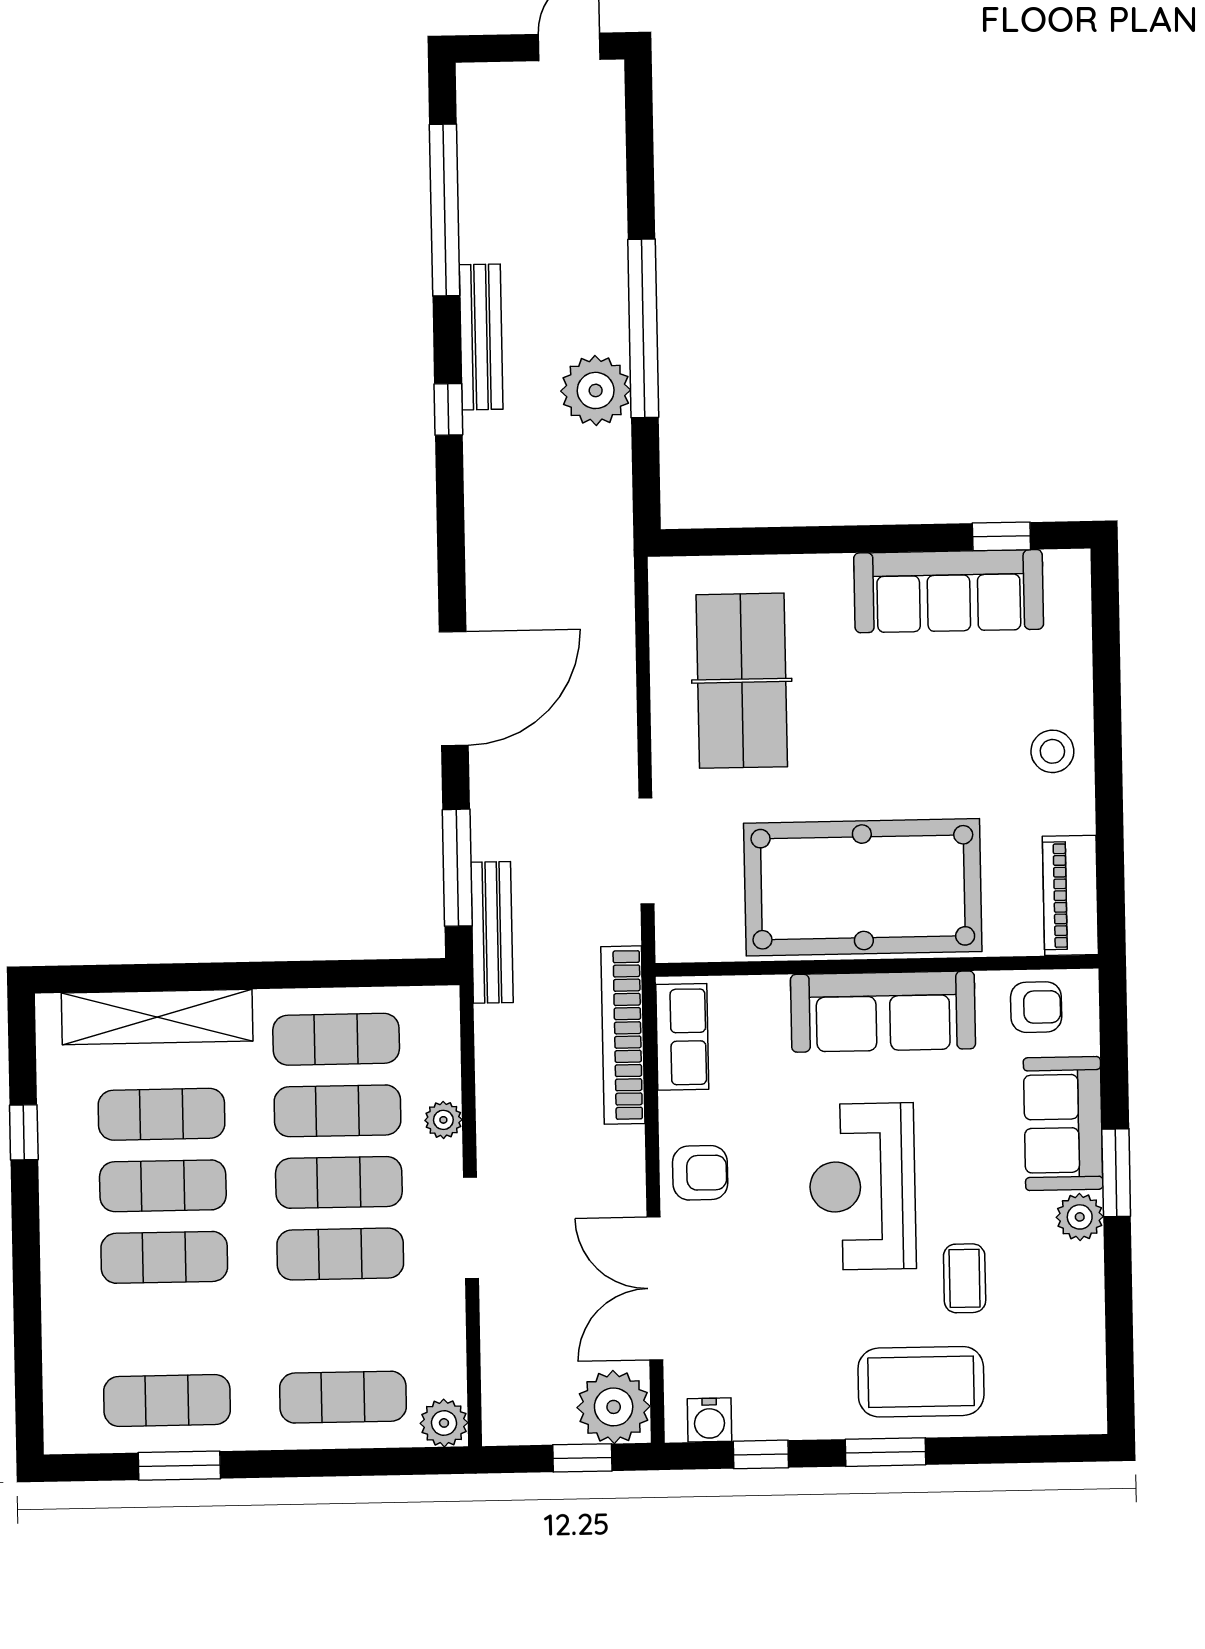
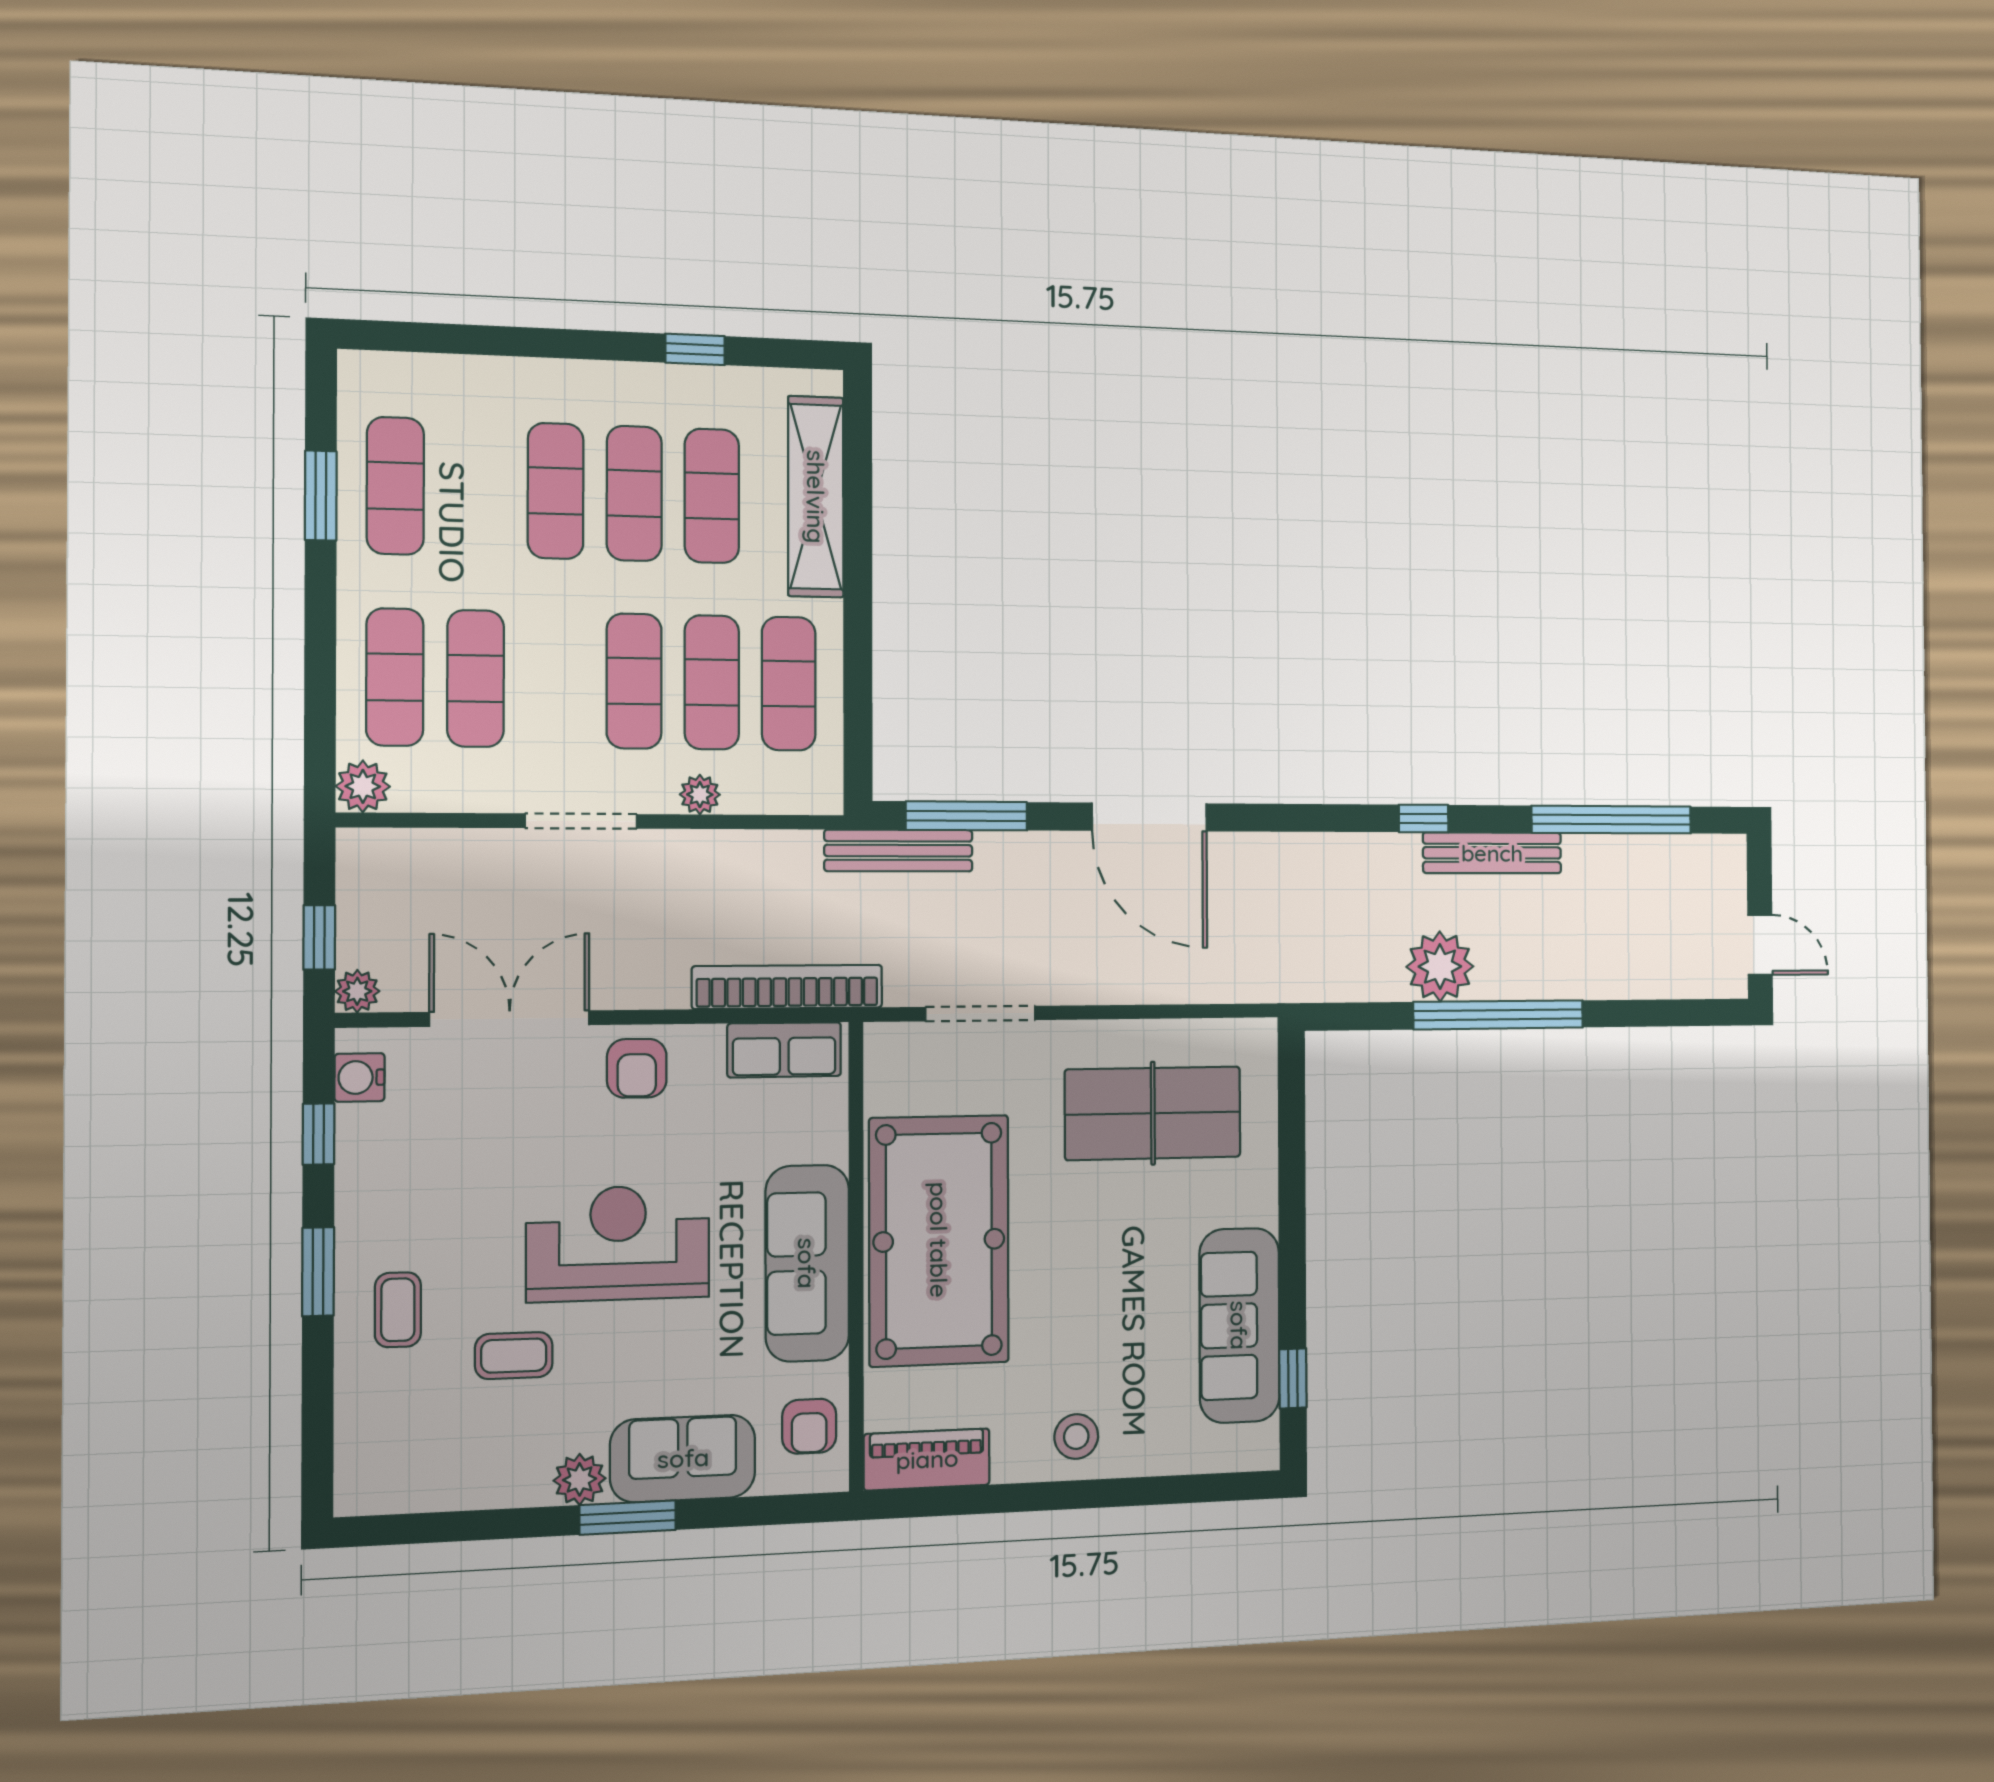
exercise mat: (340, 1254) -> (476, 678), moved
coffee table: (921, 1382) -> (398, 1310), width x0.54, depth x0.58
plant: (614, 1407) -> (357, 991), width x0.53, depth x0.53

